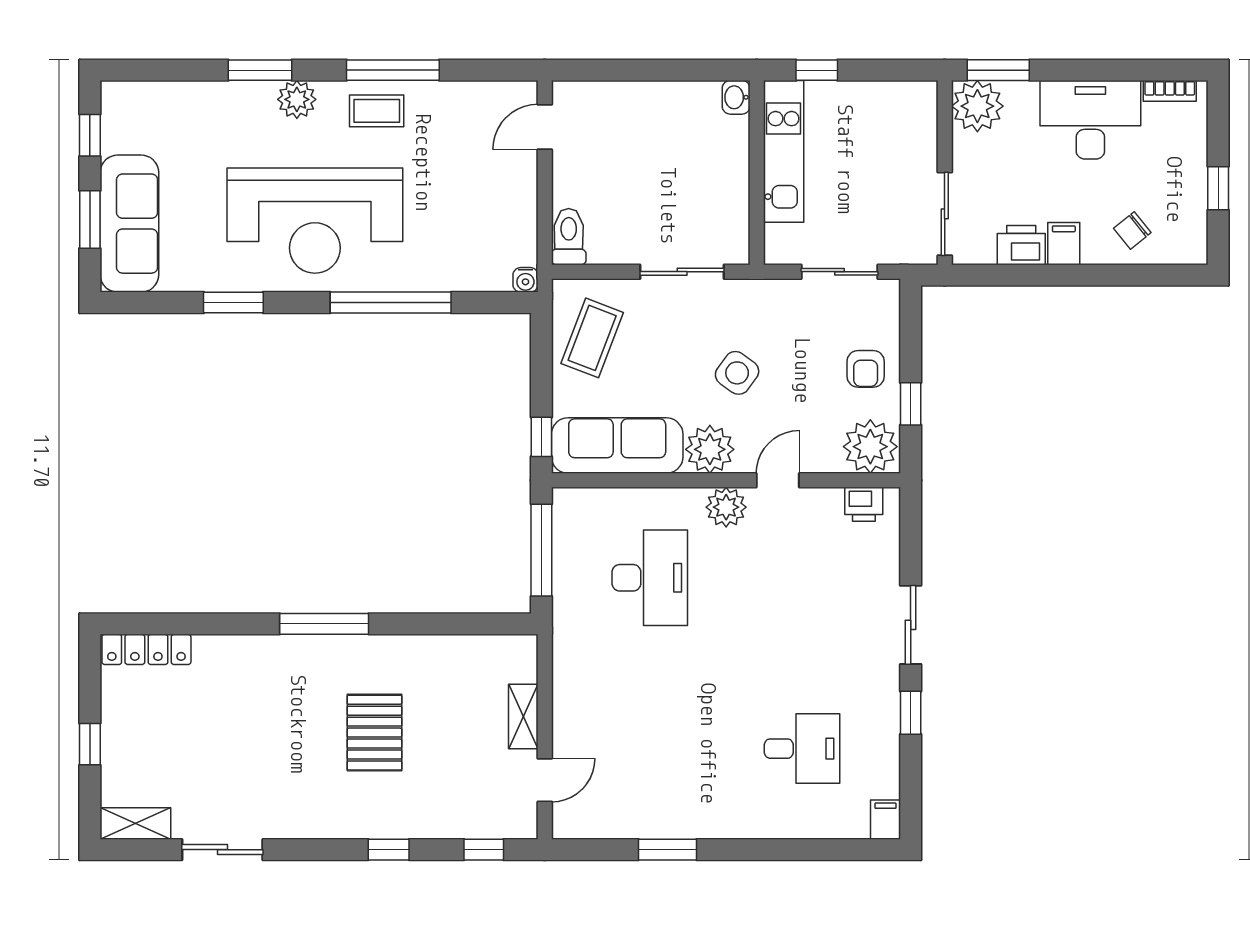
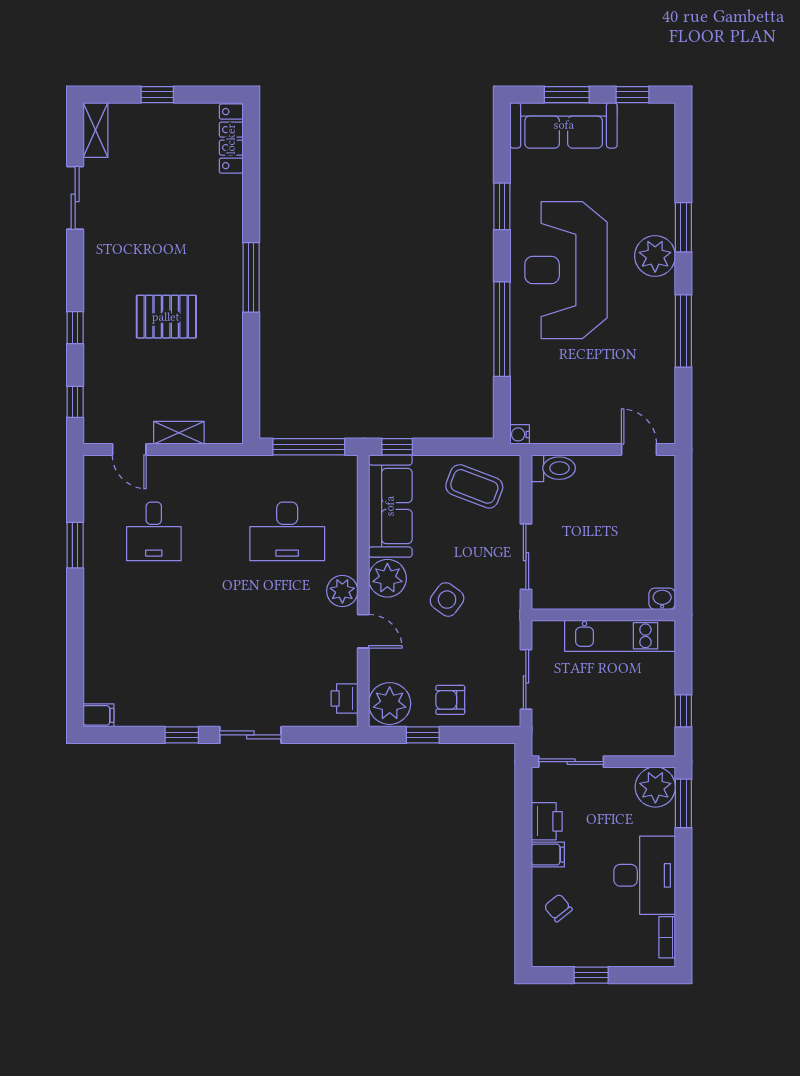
window: (817, 70) -> (683, 711), moved
plant: (297, 99) -> (655, 256), width x1.36, depth x1.36
coffee table: (377, 111) -> (652, 318), removed
desk: (802, 749) -> (154, 531), moved

